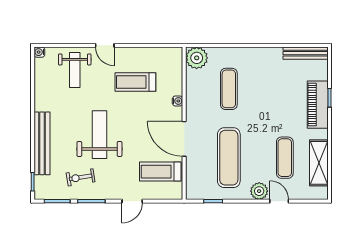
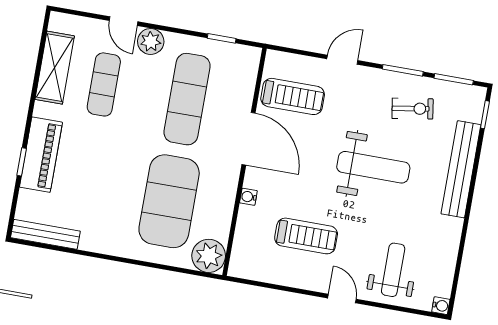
exercise mat: (229, 89) -> (169, 201), width x2.00, depth x1.45
weight bench: (99, 135) -> (373, 167), turned -90

